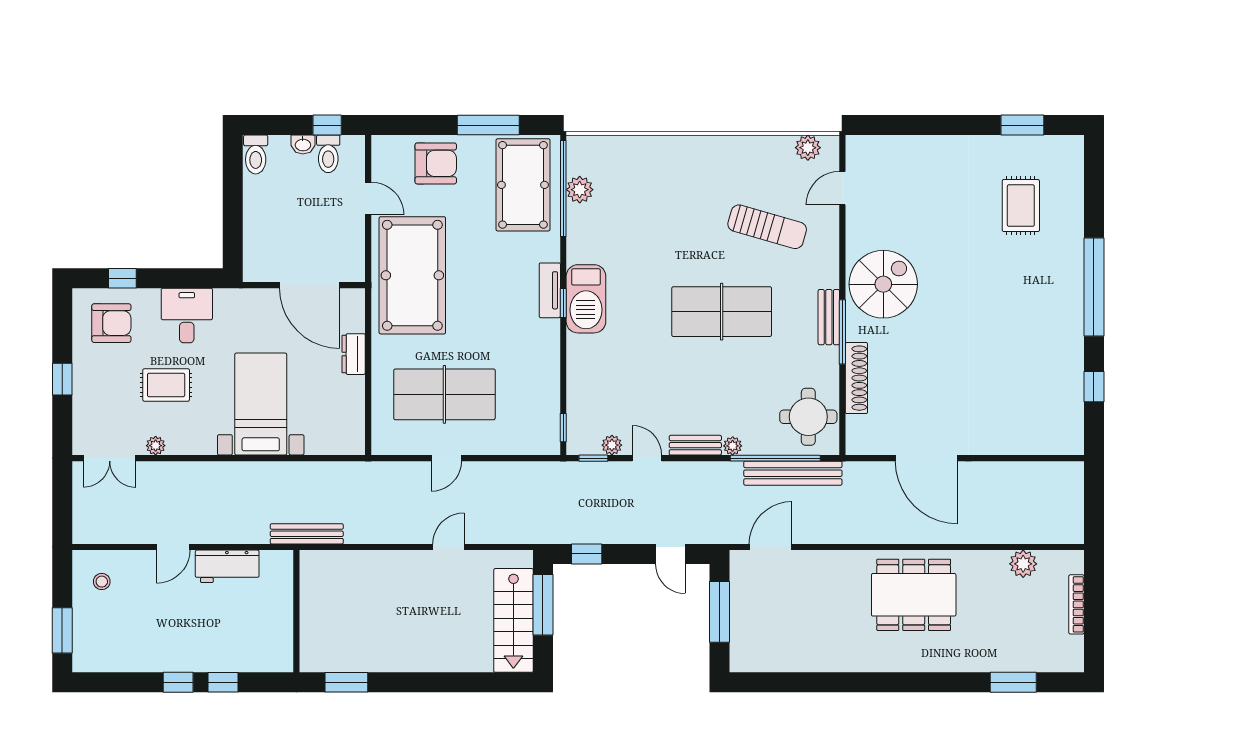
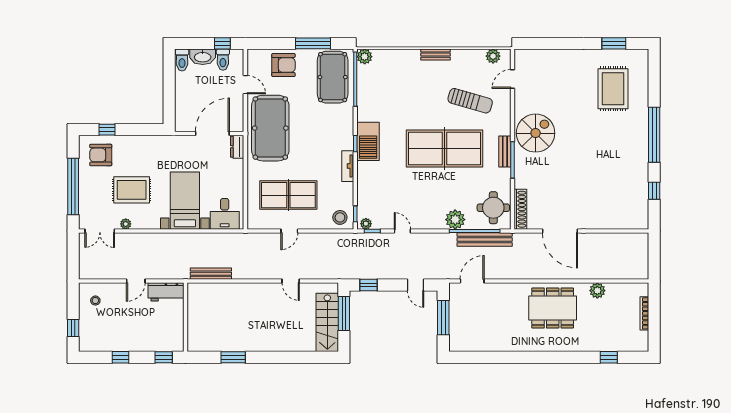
washbasin: (303, 144) -> (203, 57), width x1.91, depth x1.45
plant: (580, 190) -> (365, 57), moved
rug: (1021, 206) -> (613, 89), width x1.36, depth x1.43
door: (310, 285) -> (212, 134), swing flipped
tv unit: (550, 290) -> (348, 166), moved
table tennis table: (722, 312) -> (445, 148), width x1.36, depth x1.32
desk: (187, 316) -> (225, 214), moved, turned 180
armchair: (111, 323) -> (101, 155), turned 180
dresser: (354, 354) -> (237, 147), moved
shoe rack: (856, 378) -> (520, 209), moved
window: (62, 379) -> (73, 186), width x3.17
rug: (166, 385) -> (132, 190), width x1.36, depth x1.43
stool: (536, 434) -> (340, 217), added
plant: (612, 445) -> (366, 224), moved
bench: (695, 445) -> (436, 55), moved
plant: (733, 446) -> (455, 220), width x1.88, depth x1.88
door: (448, 547) -> (291, 281), swing flipped
plant: (1023, 564) -> (597, 291), moved
wall: (296, 611) -> (186, 317), moved
window: (62, 630) -> (73, 328), width x0.67
window: (178, 682) -> (120, 357), moved
window: (1013, 682) -> (609, 357), width x0.67

